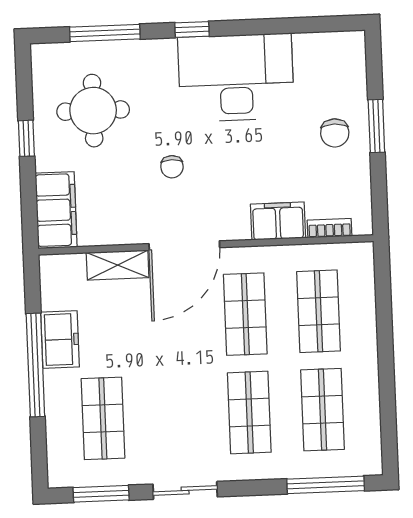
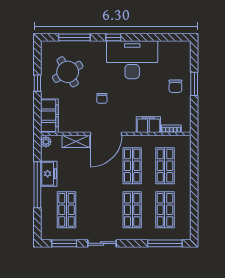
round table: (93, 111) -> (68, 72), turned -30
plant: (51, 269) -> (46, 142), added

